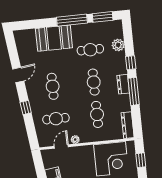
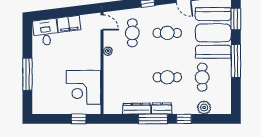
window: (103, 17) -> (236, 19), moved
booth: (54, 38) -> (213, 33), width x1.36, depth x1.42
cafe table: (97, 114) -> (132, 77), removed
dresser: (128, 125) -> (137, 109), moved
door: (61, 147) -> (102, 22), moved

